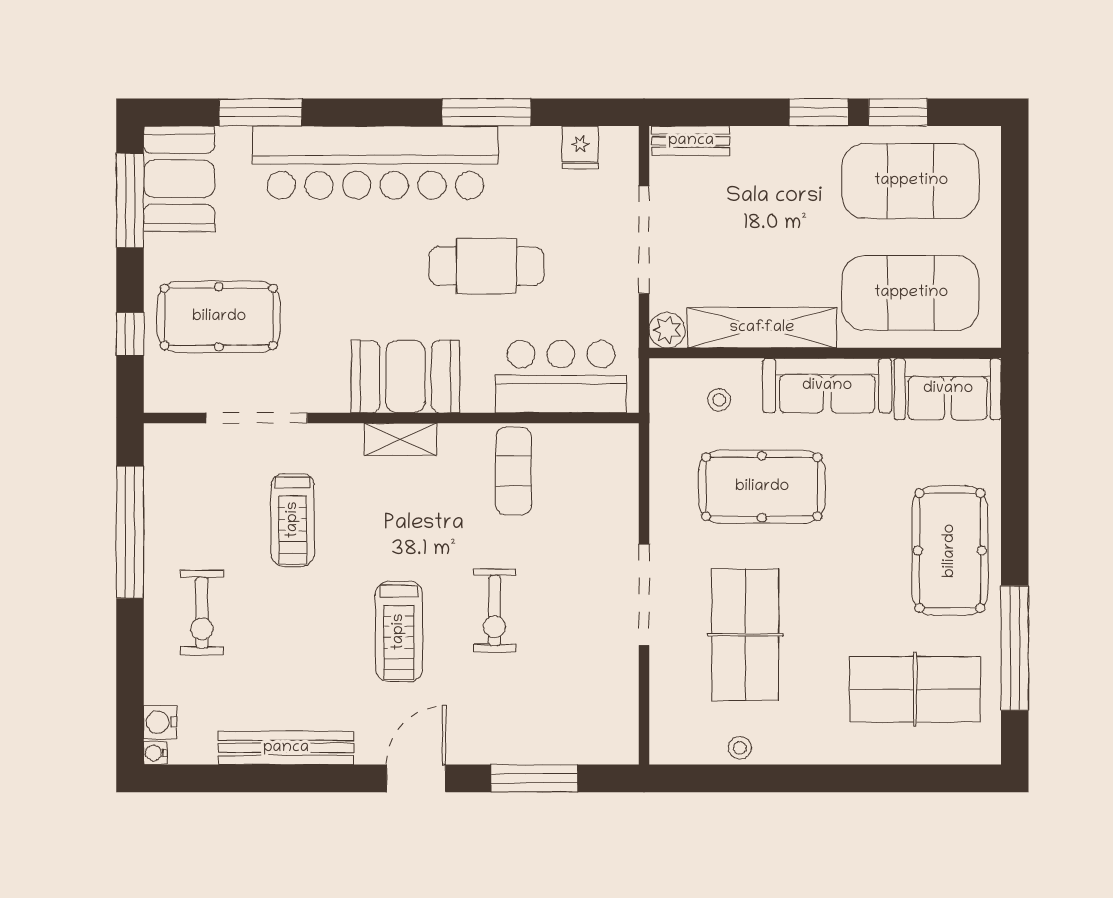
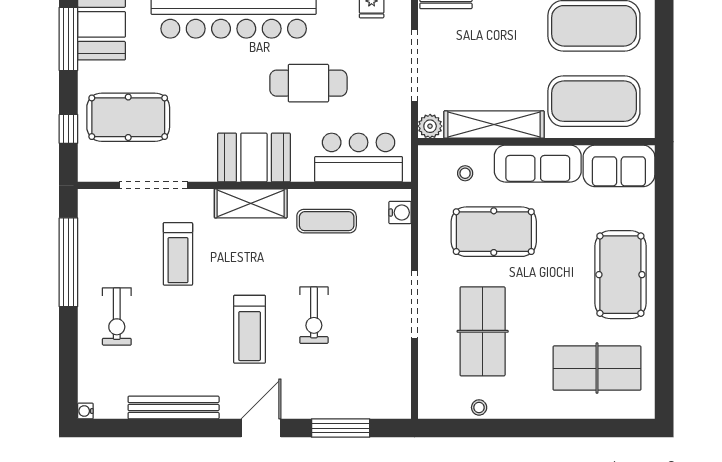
shelving: (401, 439) -> (251, 203), width x1.50, depth x1.33
exercise mat: (513, 471) -> (327, 221), turned 90
window: (1015, 648) -> (664, 340), removed
water cooler: (160, 722) -> (400, 213), moved, turned 180

